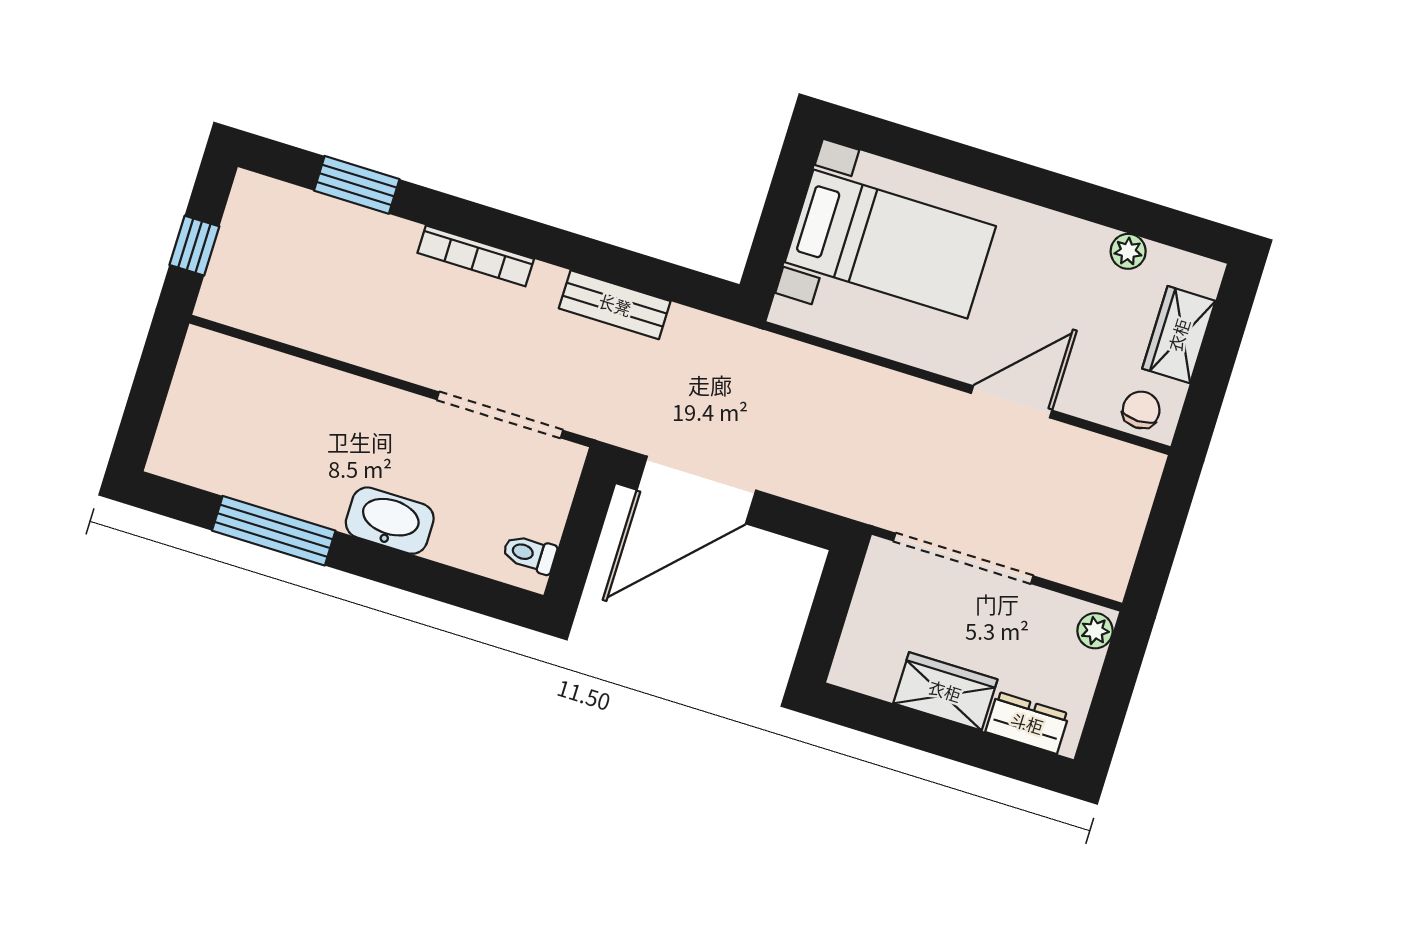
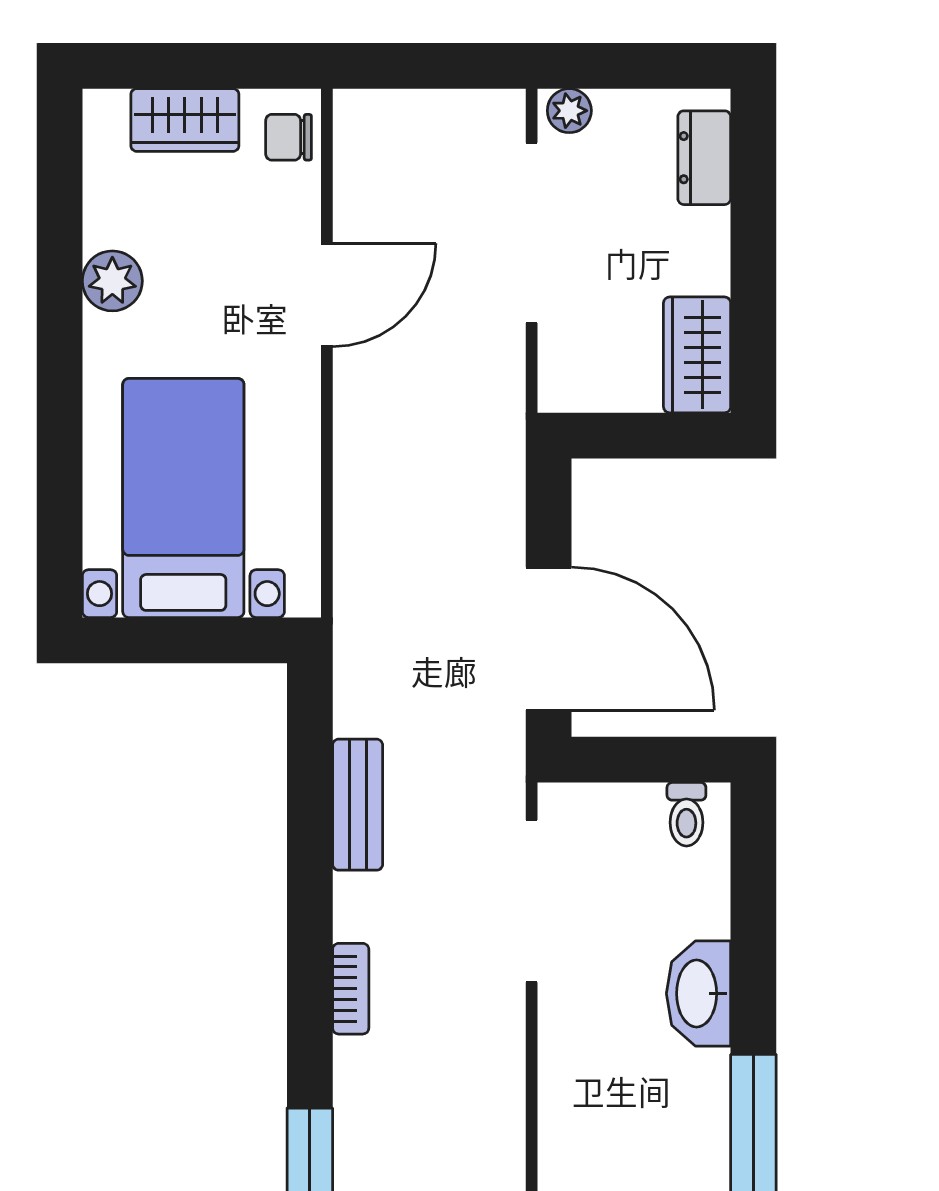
plant: (1128, 251) -> (112, 281), moved, width x1.38, depth x1.38
bookcase: (476, 256) -> (351, 989), width x0.64
door: (1012, 402) -> (327, 295), swing flipped
doorway: (963, 558) -> (532, 233), moved
wardrobe: (945, 691) -> (697, 355), moved

